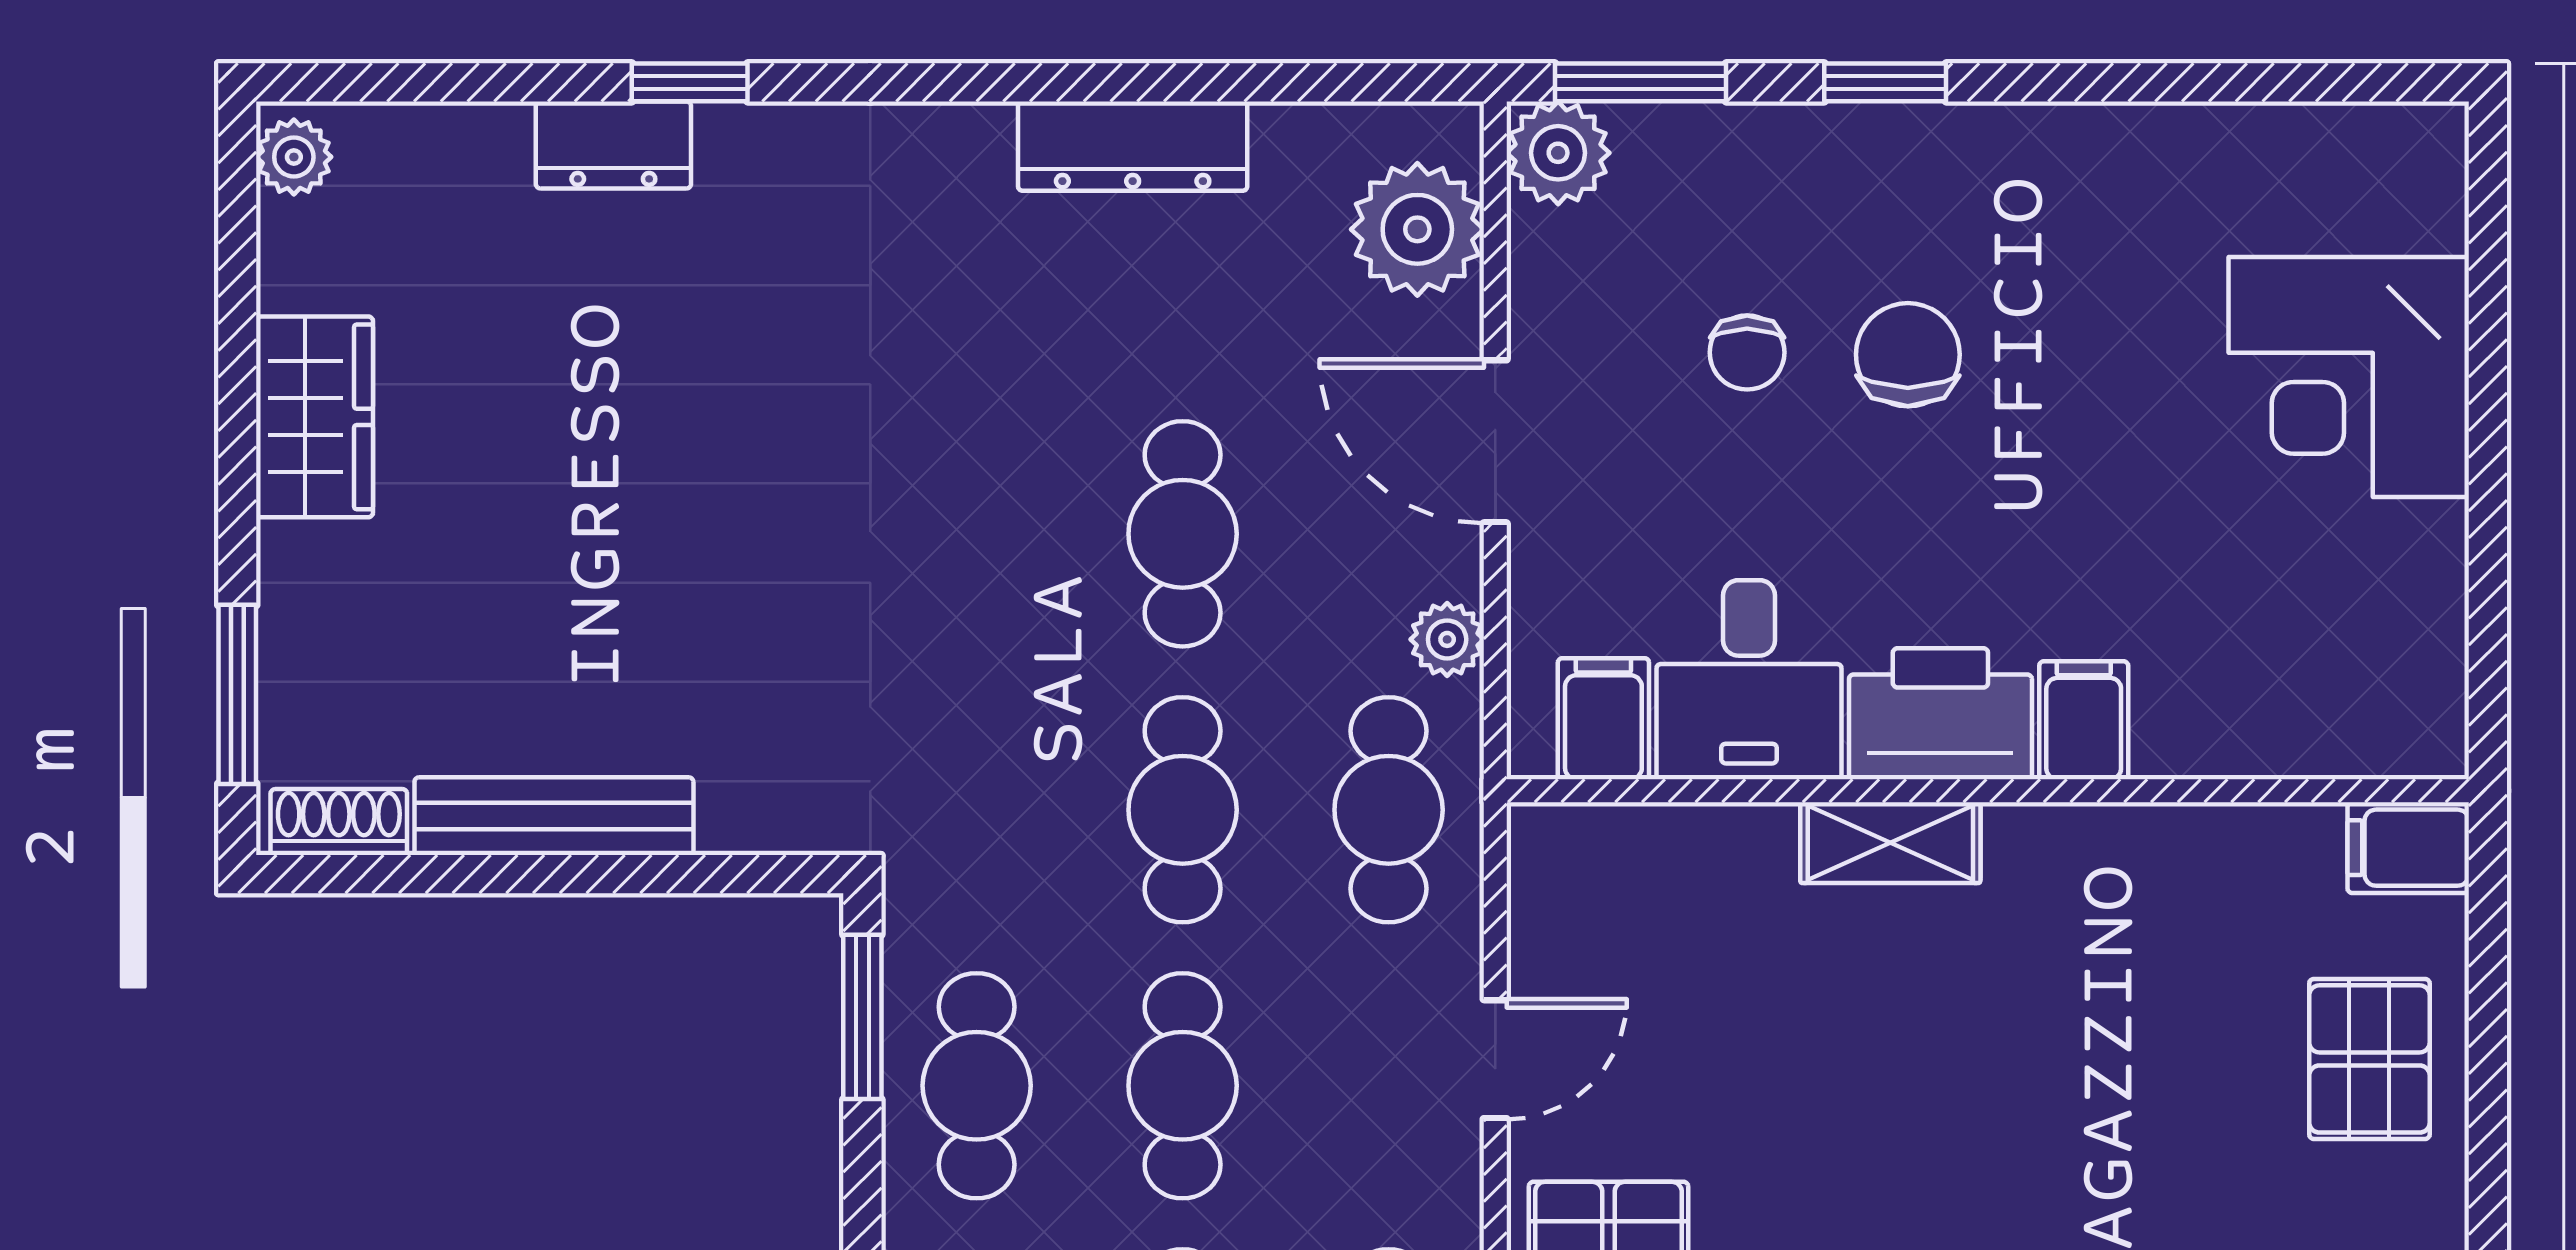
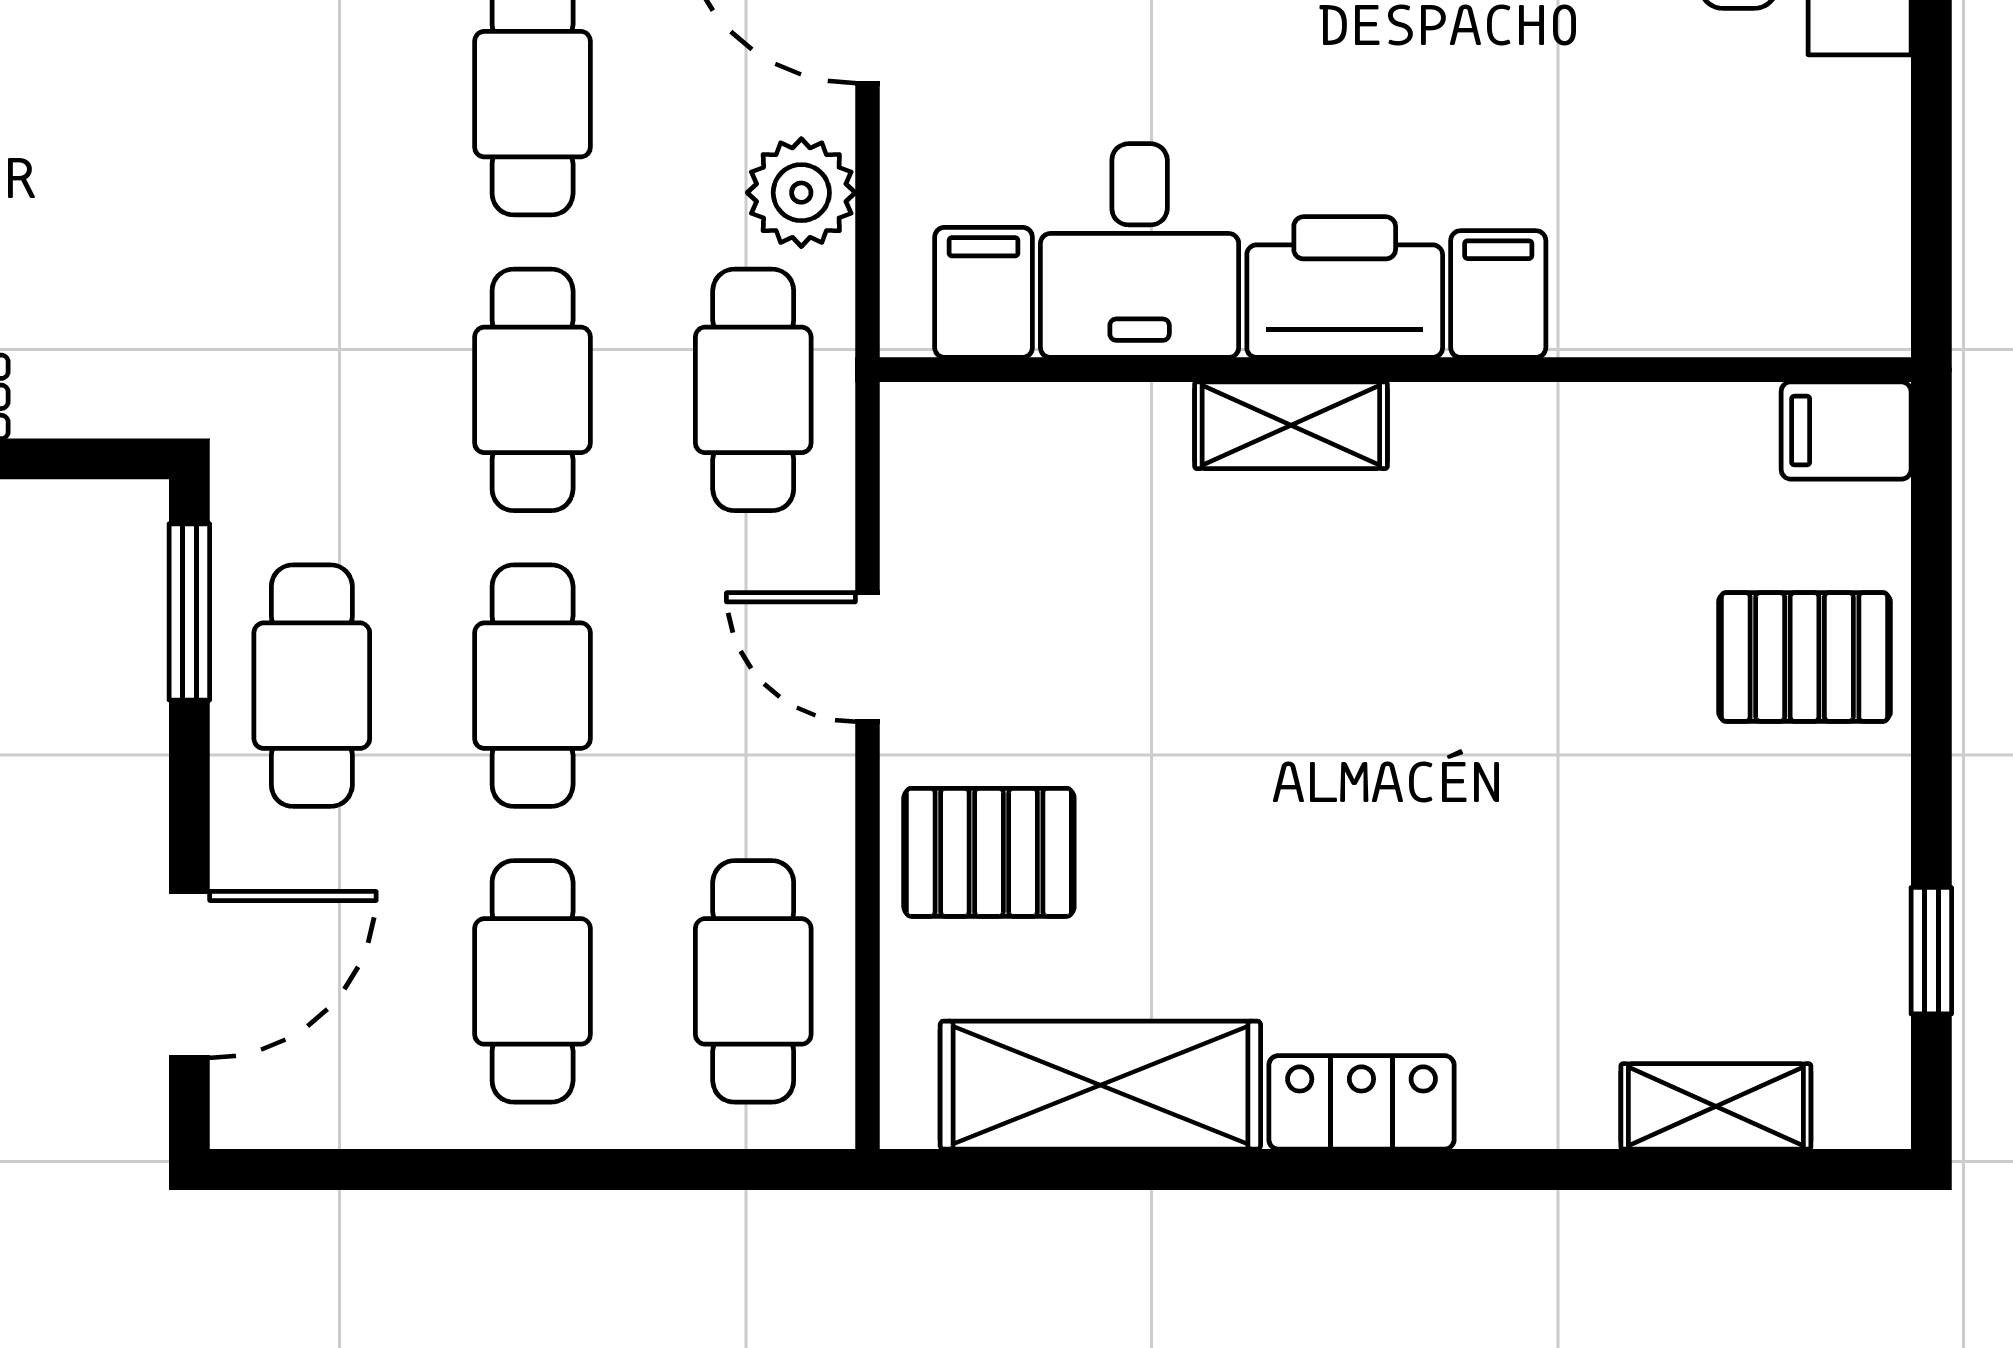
plant: (1447, 639) -> (801, 193), width x1.38, depth x1.38
door: (1495, 1059) -> (867, 657), swing flipped
pallet: (2369, 1059) -> (1804, 657), turned 90

